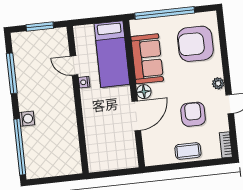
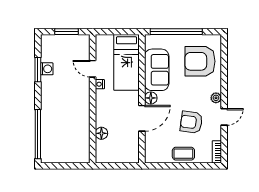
window: (12, 73) -> (38, 70), width x0.69
armchair: (193, 114) -> (191, 122), turned -82
washing machine: (27, 119) -> (47, 69), moved
floor lamp: (92, 138) -> (101, 133), added

